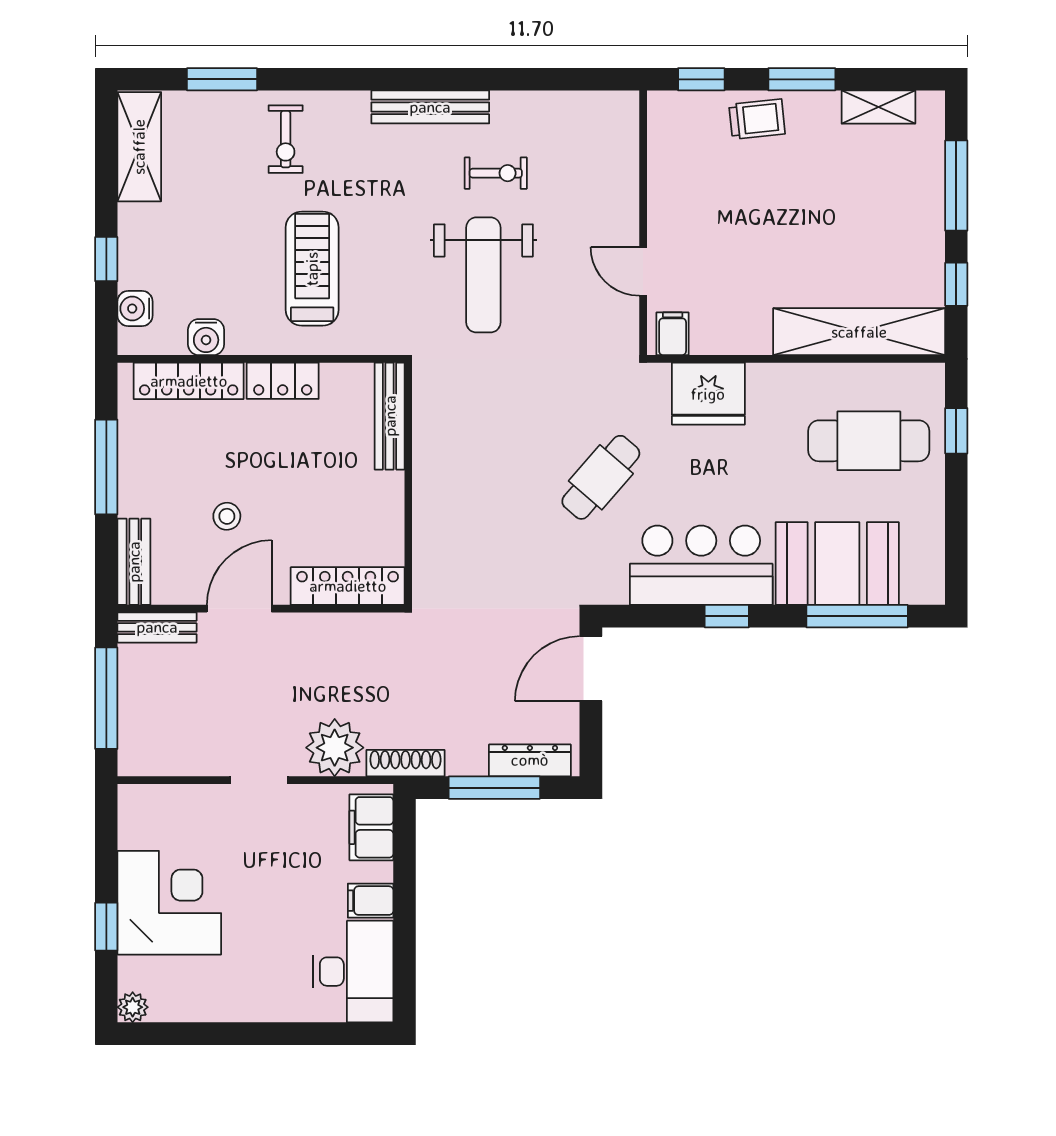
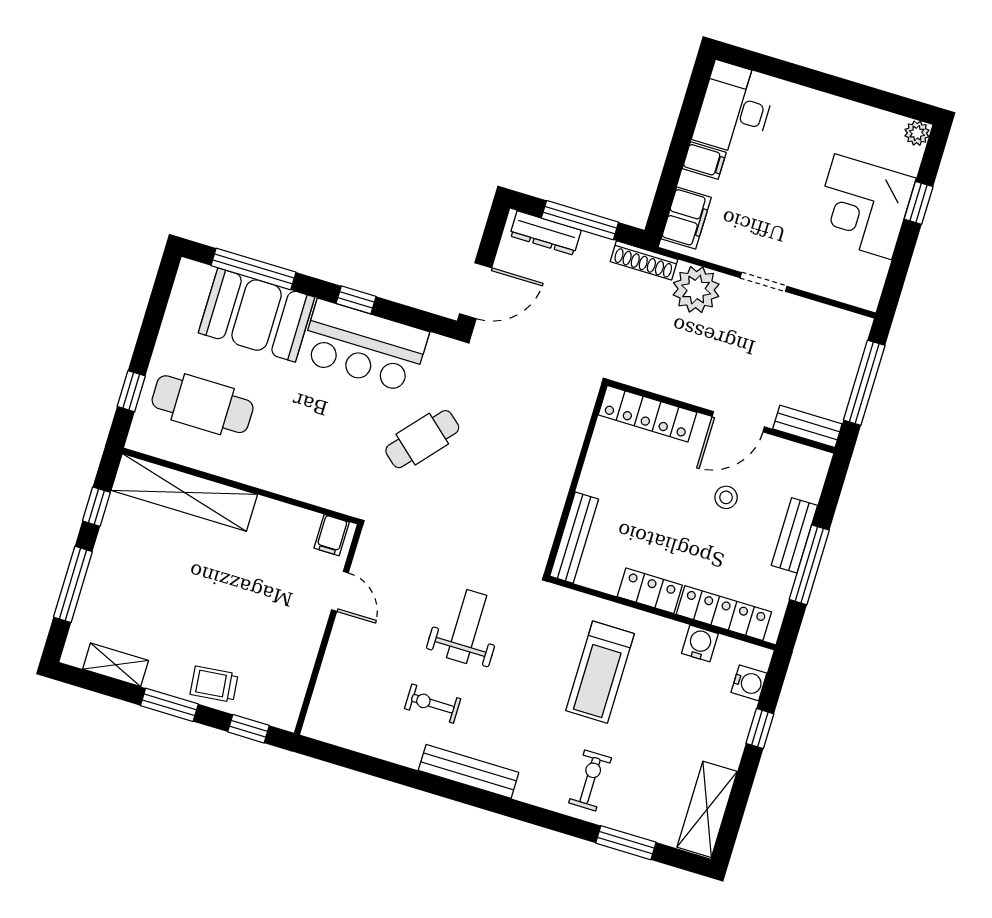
weight bench: (483, 275) -> (467, 626), width x0.73, depth x0.75
fridge: (708, 394) -> (318, 479), removed
bench: (134, 562) -> (794, 535), moved

